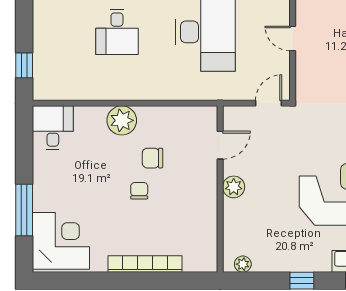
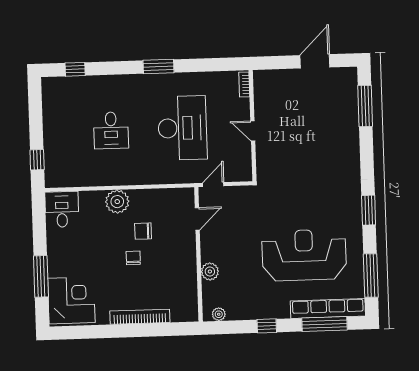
door: (269, 103) -> (213, 185), moved
plant: (234, 187) -> (210, 271), moved

